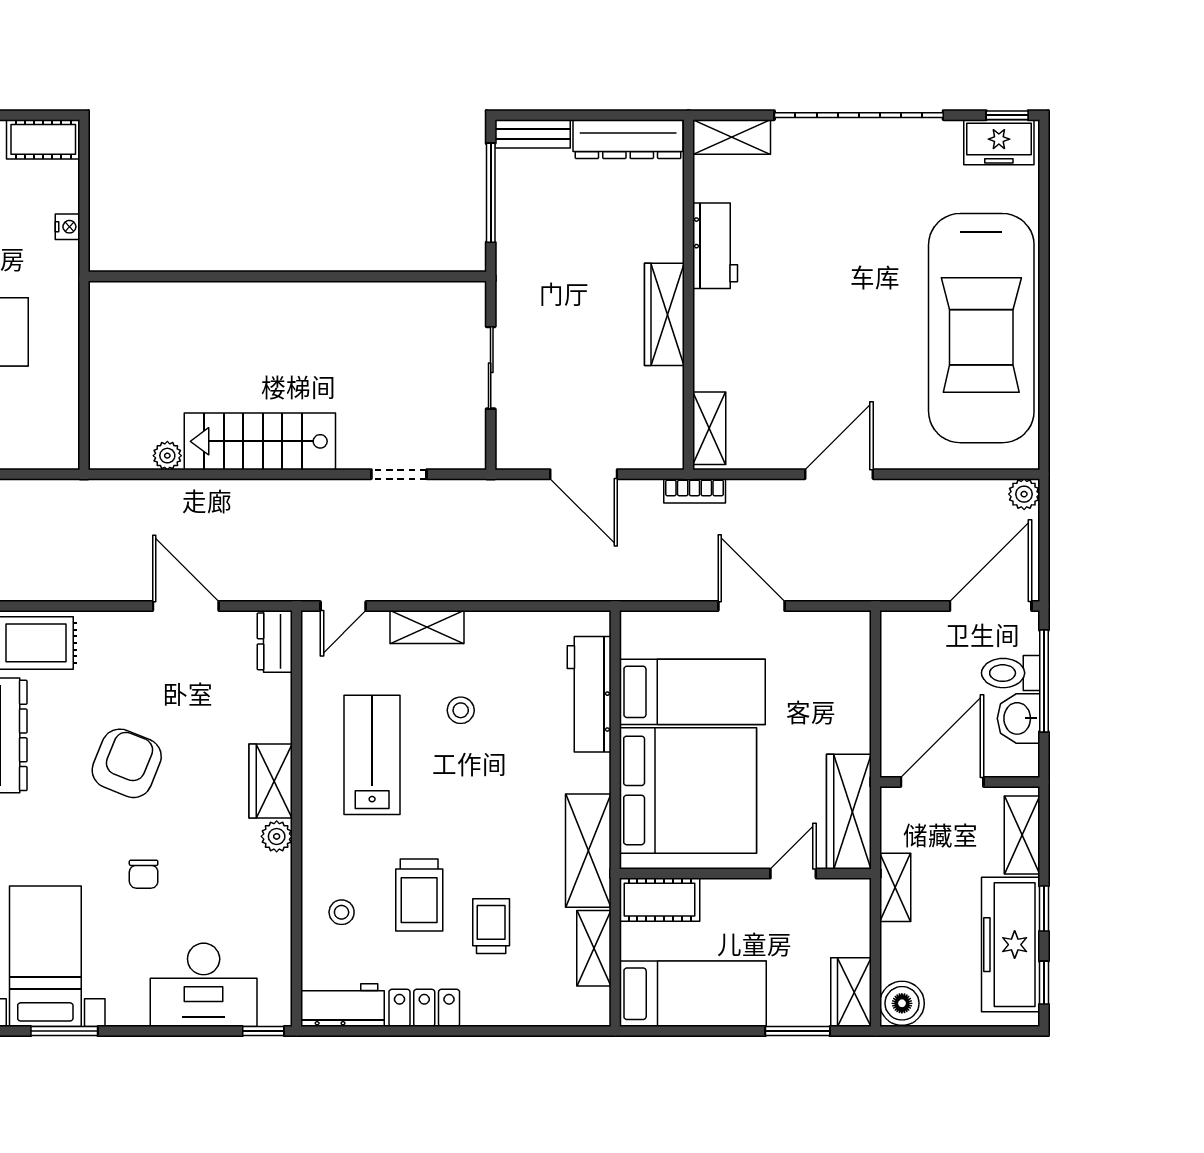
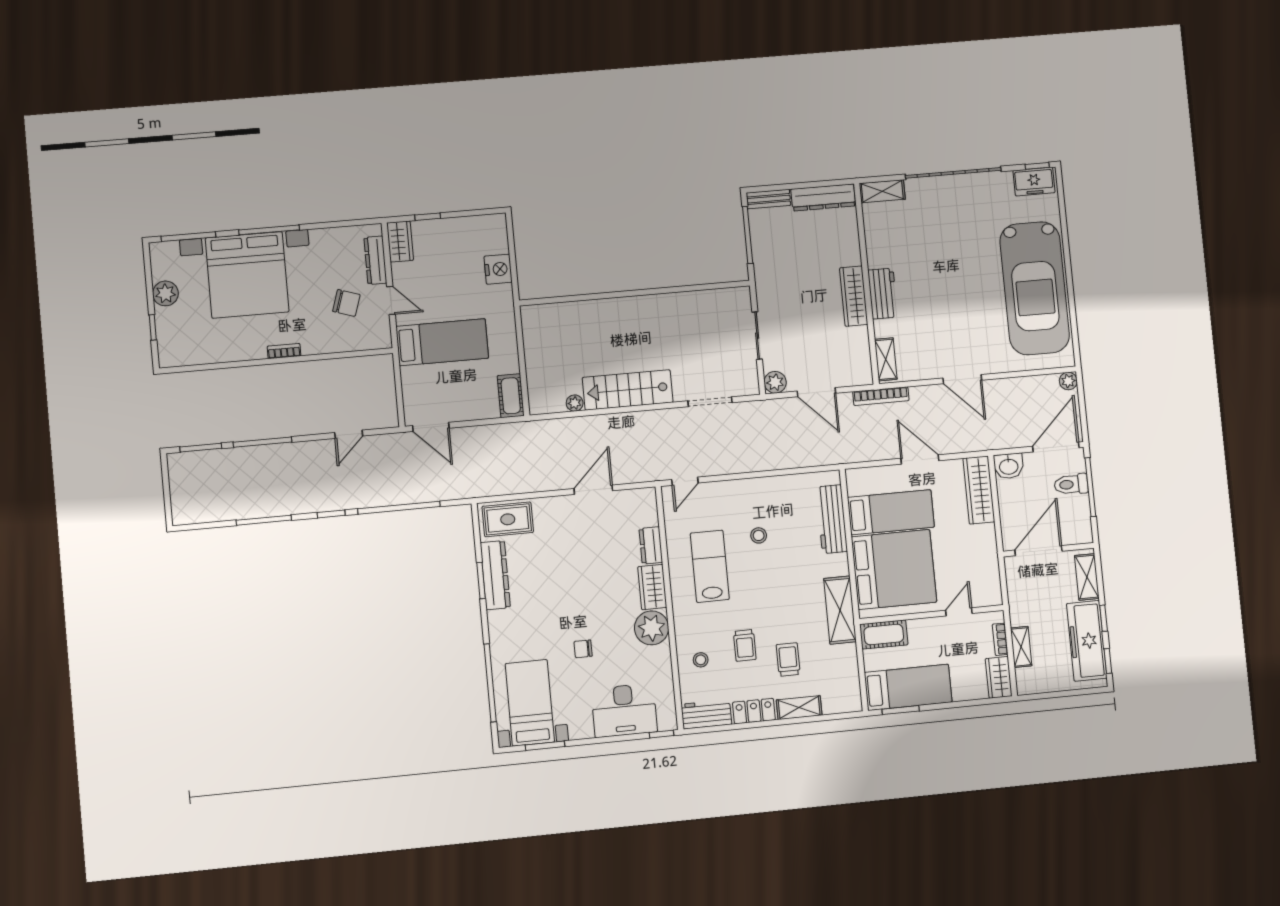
cot: (43, 139) -> (511, 396), moved, turned 90
nightstand: (67, 227) -> (498, 269), width x1.89, depth x1.79
workbench: (715, 246) -> (883, 294), moved
plant: (514, 451) -> (775, 382), added
doorway: (399, 474) -> (710, 402), width x1.38
door: (839, 474) -> (962, 379), swing flipped
bookcase: (695, 491) -> (881, 396), width x1.56
door: (186, 606) -> (593, 490), hinge flipped
shelving: (427, 627) -> (735, 489), removed
dresser: (275, 641) -> (651, 545), moved
washbasin: (1018, 718) -> (1009, 466), moved, turned -90
armchair: (127, 763) -> (567, 585), removed
wardrobe: (849, 812) -> (979, 490), moved
plant: (277, 836) -> (652, 628), width x1.87, depth x1.87
chair: (144, 874) -> (583, 649), turned 90
shelving: (895, 887) -> (1021, 647), moved
trolley: (419, 895) -> (745, 645), width x0.73, depth x0.72
bookcase: (860, 927) -> (1000, 639), added
shelving: (594, 948) -> (799, 708), moved, turned 90
boiler: (902, 1003) -> (1028, 681), removed
window: (798, 1031) -> (901, 710), moved

